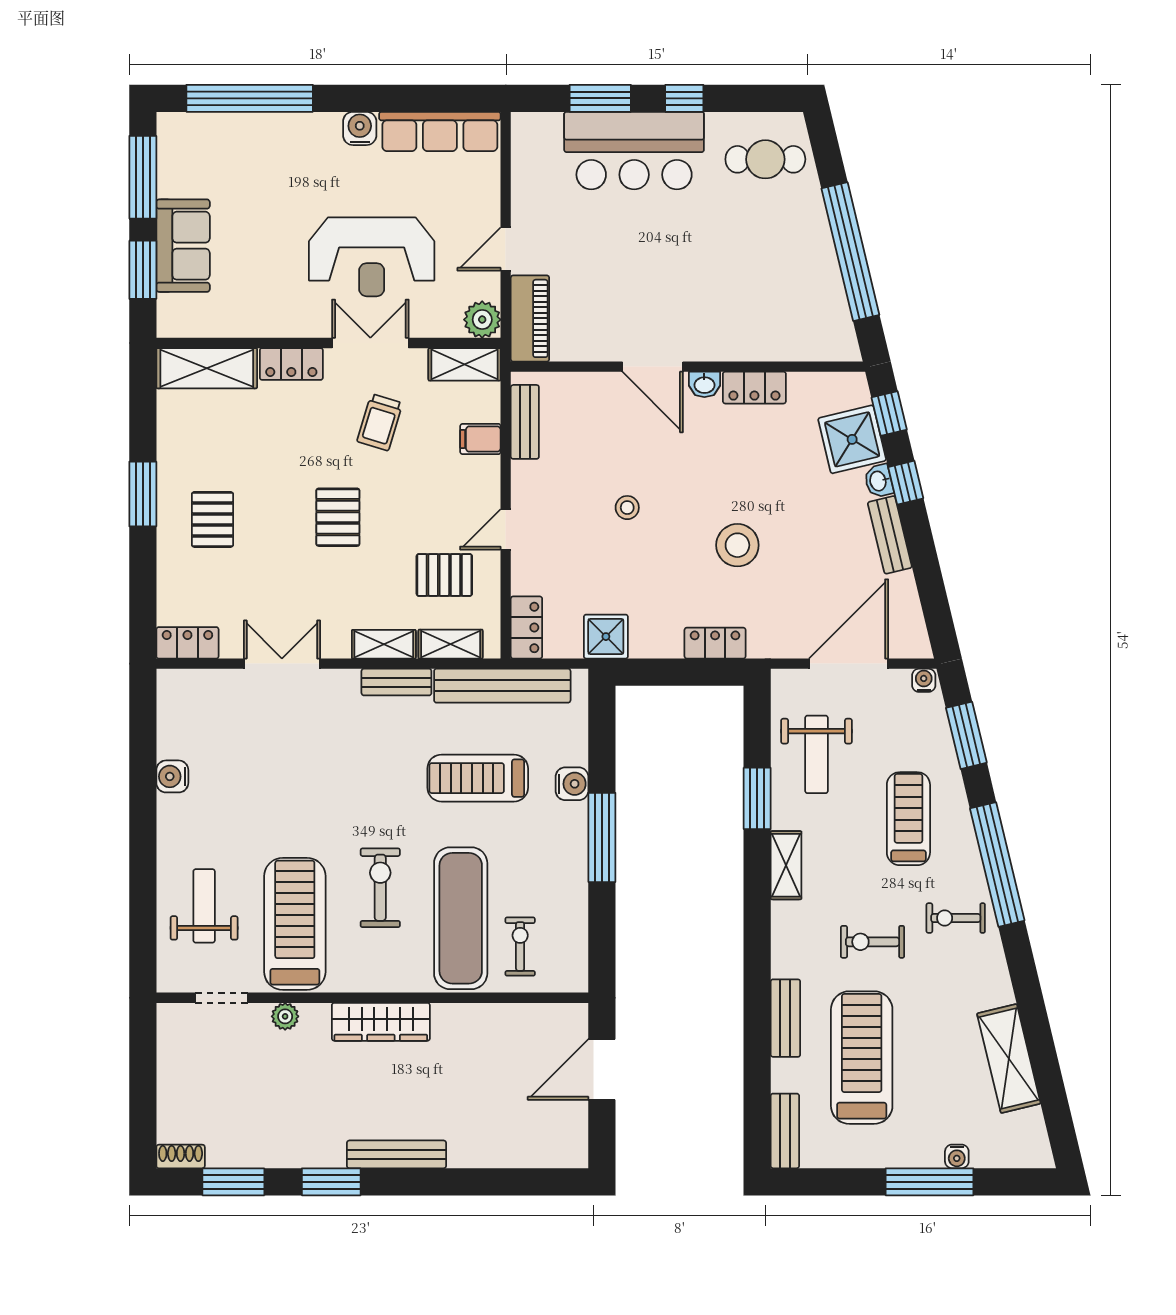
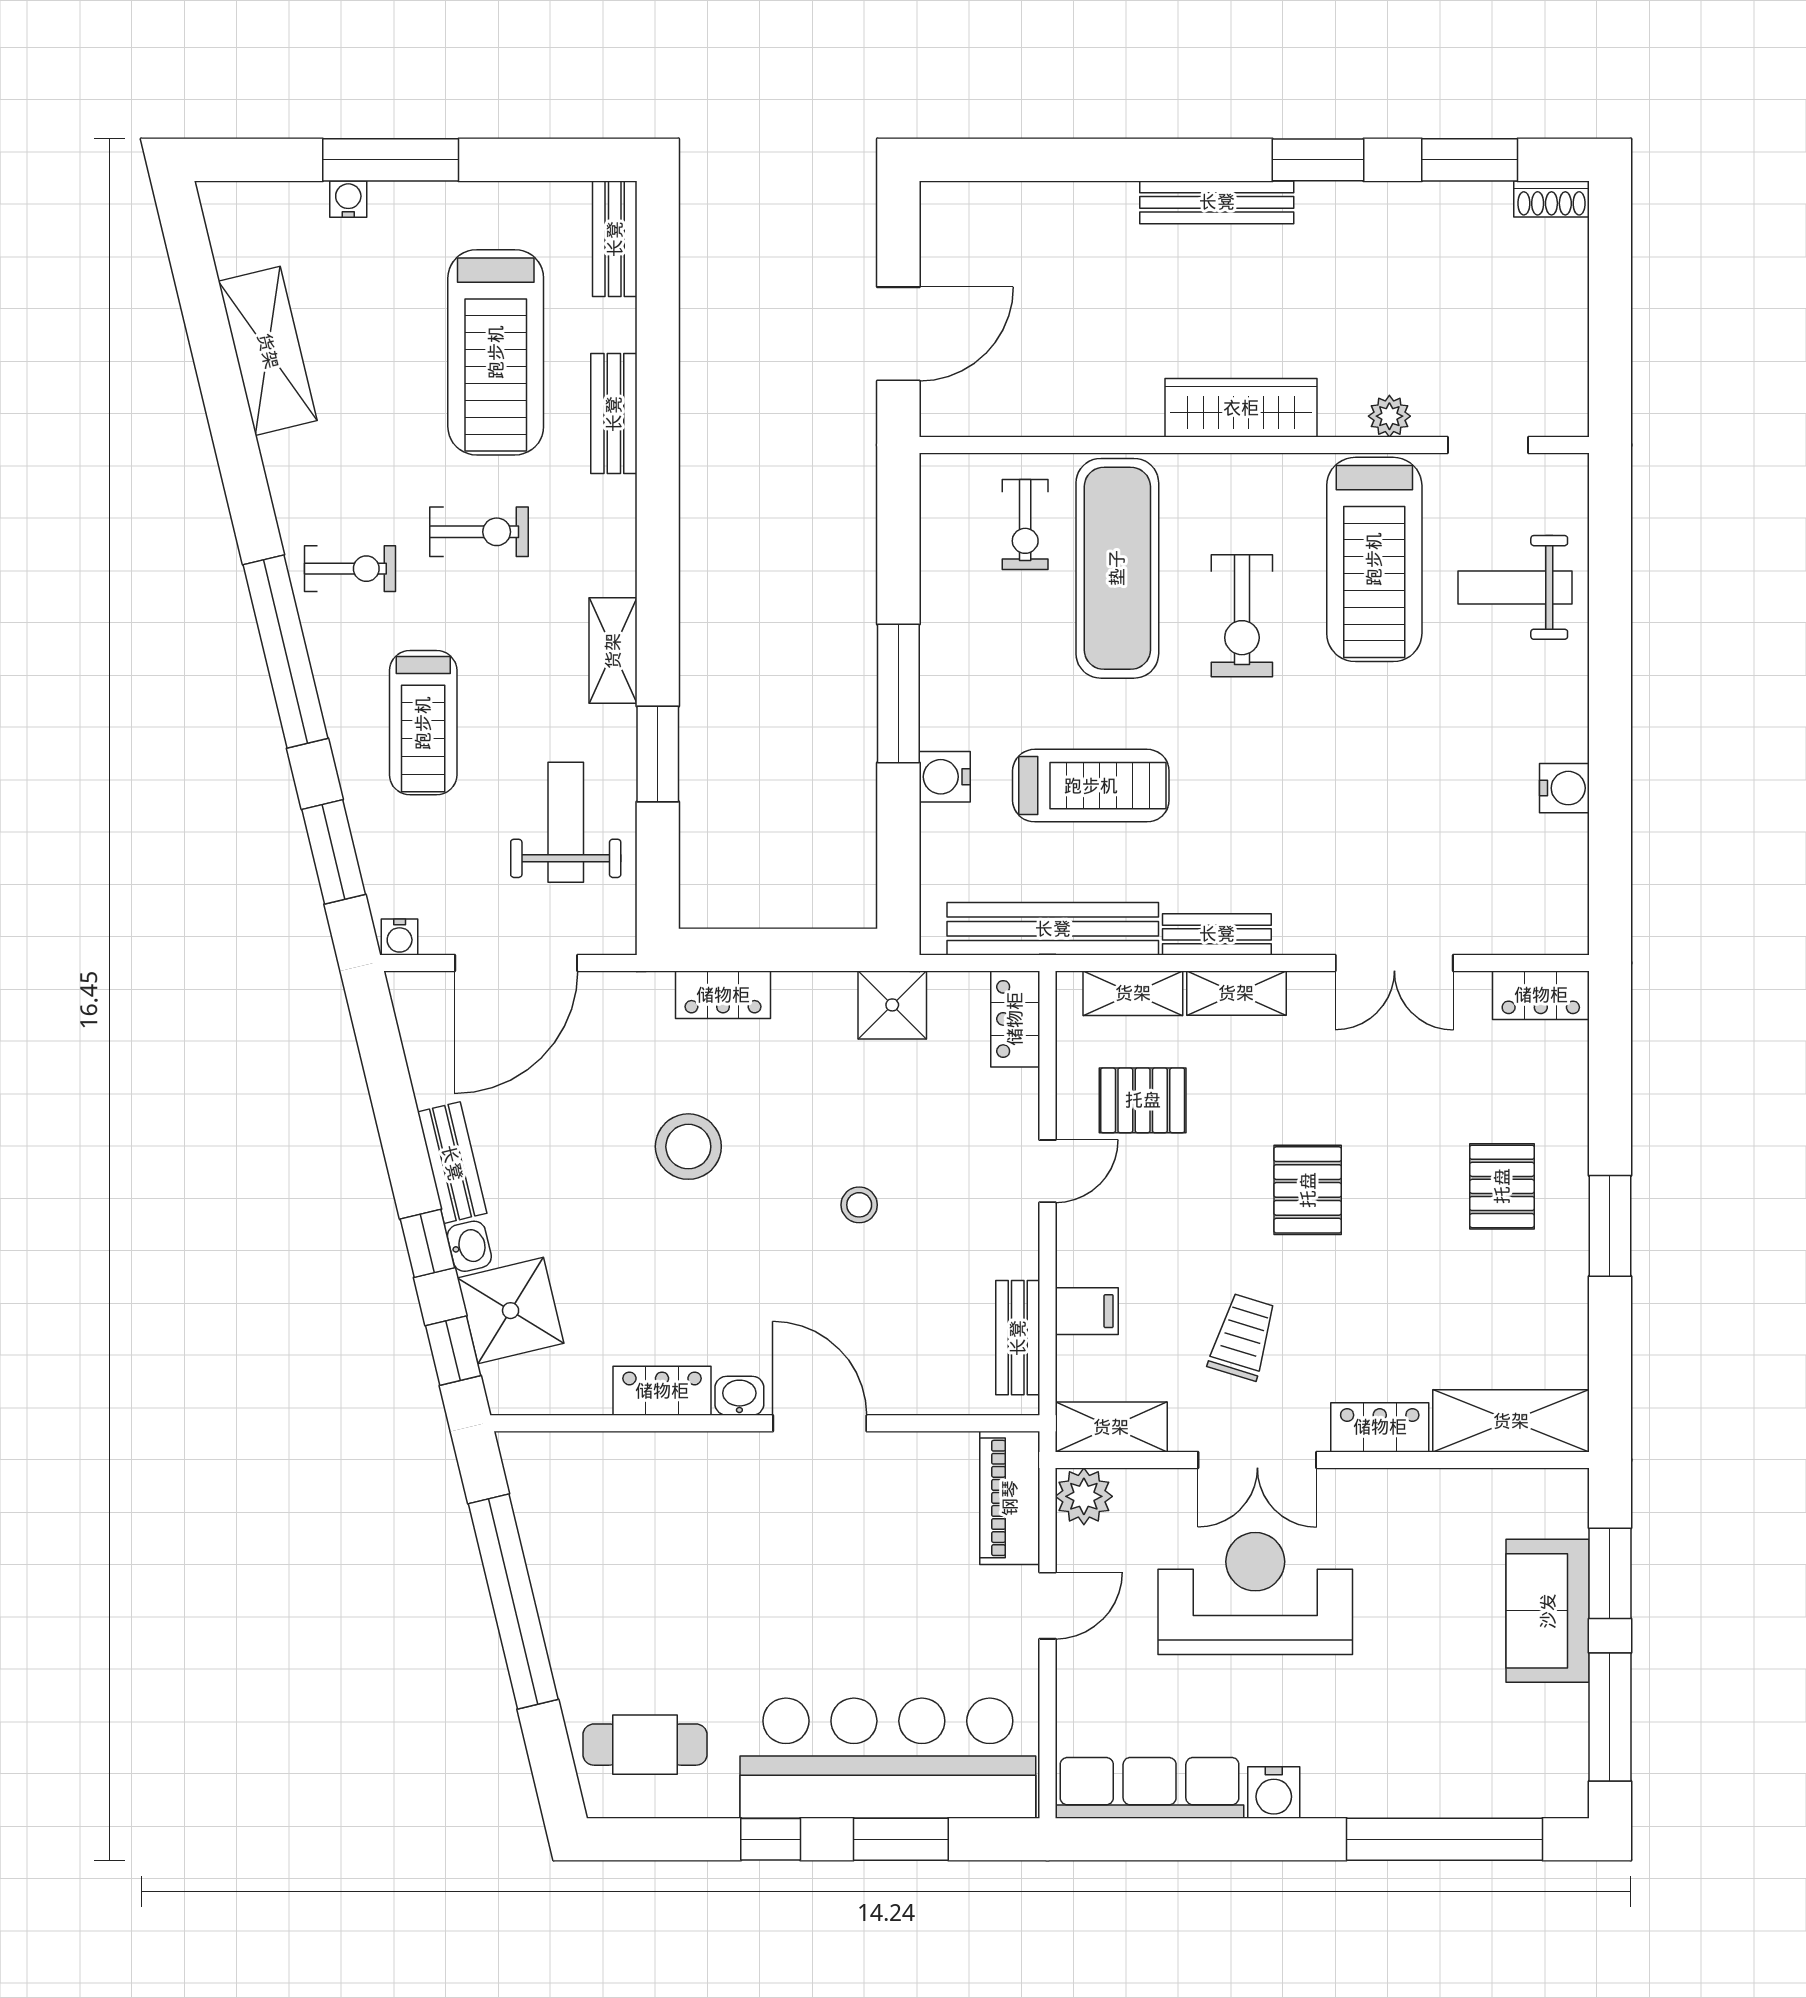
bar counter: (634, 151) -> (888, 1758), width x1.36
weight bench: (204, 906) -> (1515, 587), turned 90

